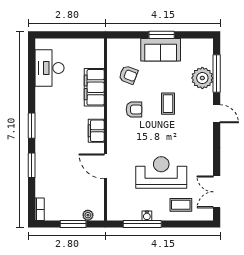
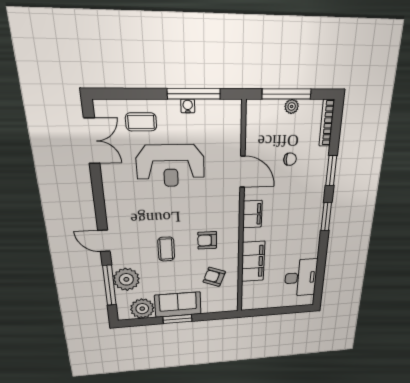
plant: (191, 48) -> (142, 309), added
chair: (67, 175) -> (290, 159), added
bookcase: (40, 209) -> (327, 123), width x1.56
plant: (88, 215) -> (292, 106), moved
window: (73, 224) -> (287, 94), width x1.44

